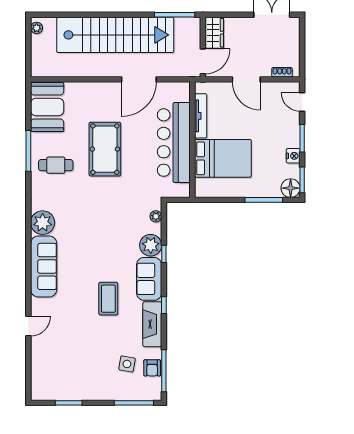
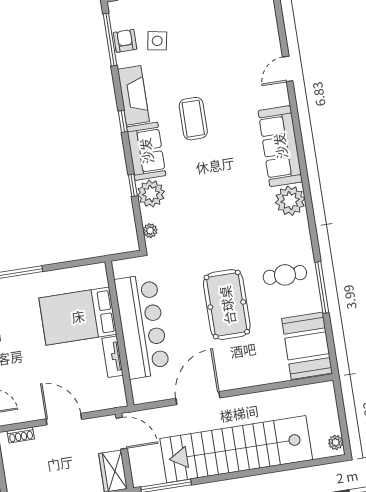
door: (203, 61) -> (122, 433), swing flipped
tv unit: (201, 116) -> (112, 357), width x0.71

